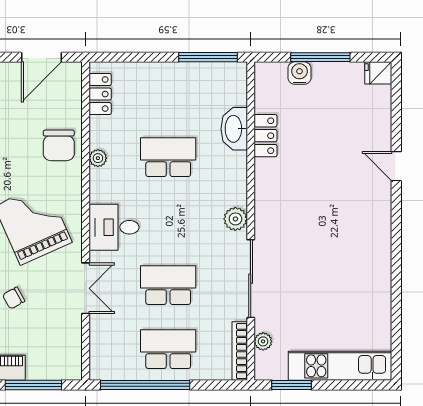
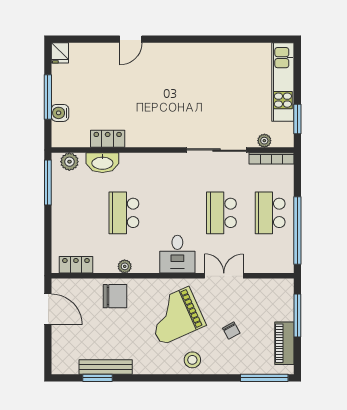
plant: (235, 219) -> (69, 162), moved

